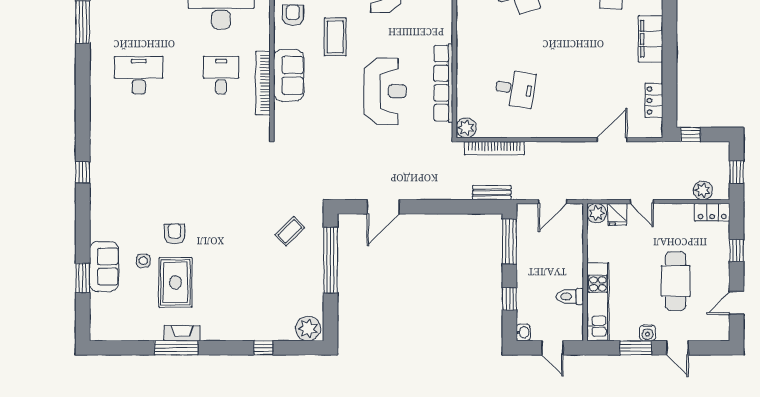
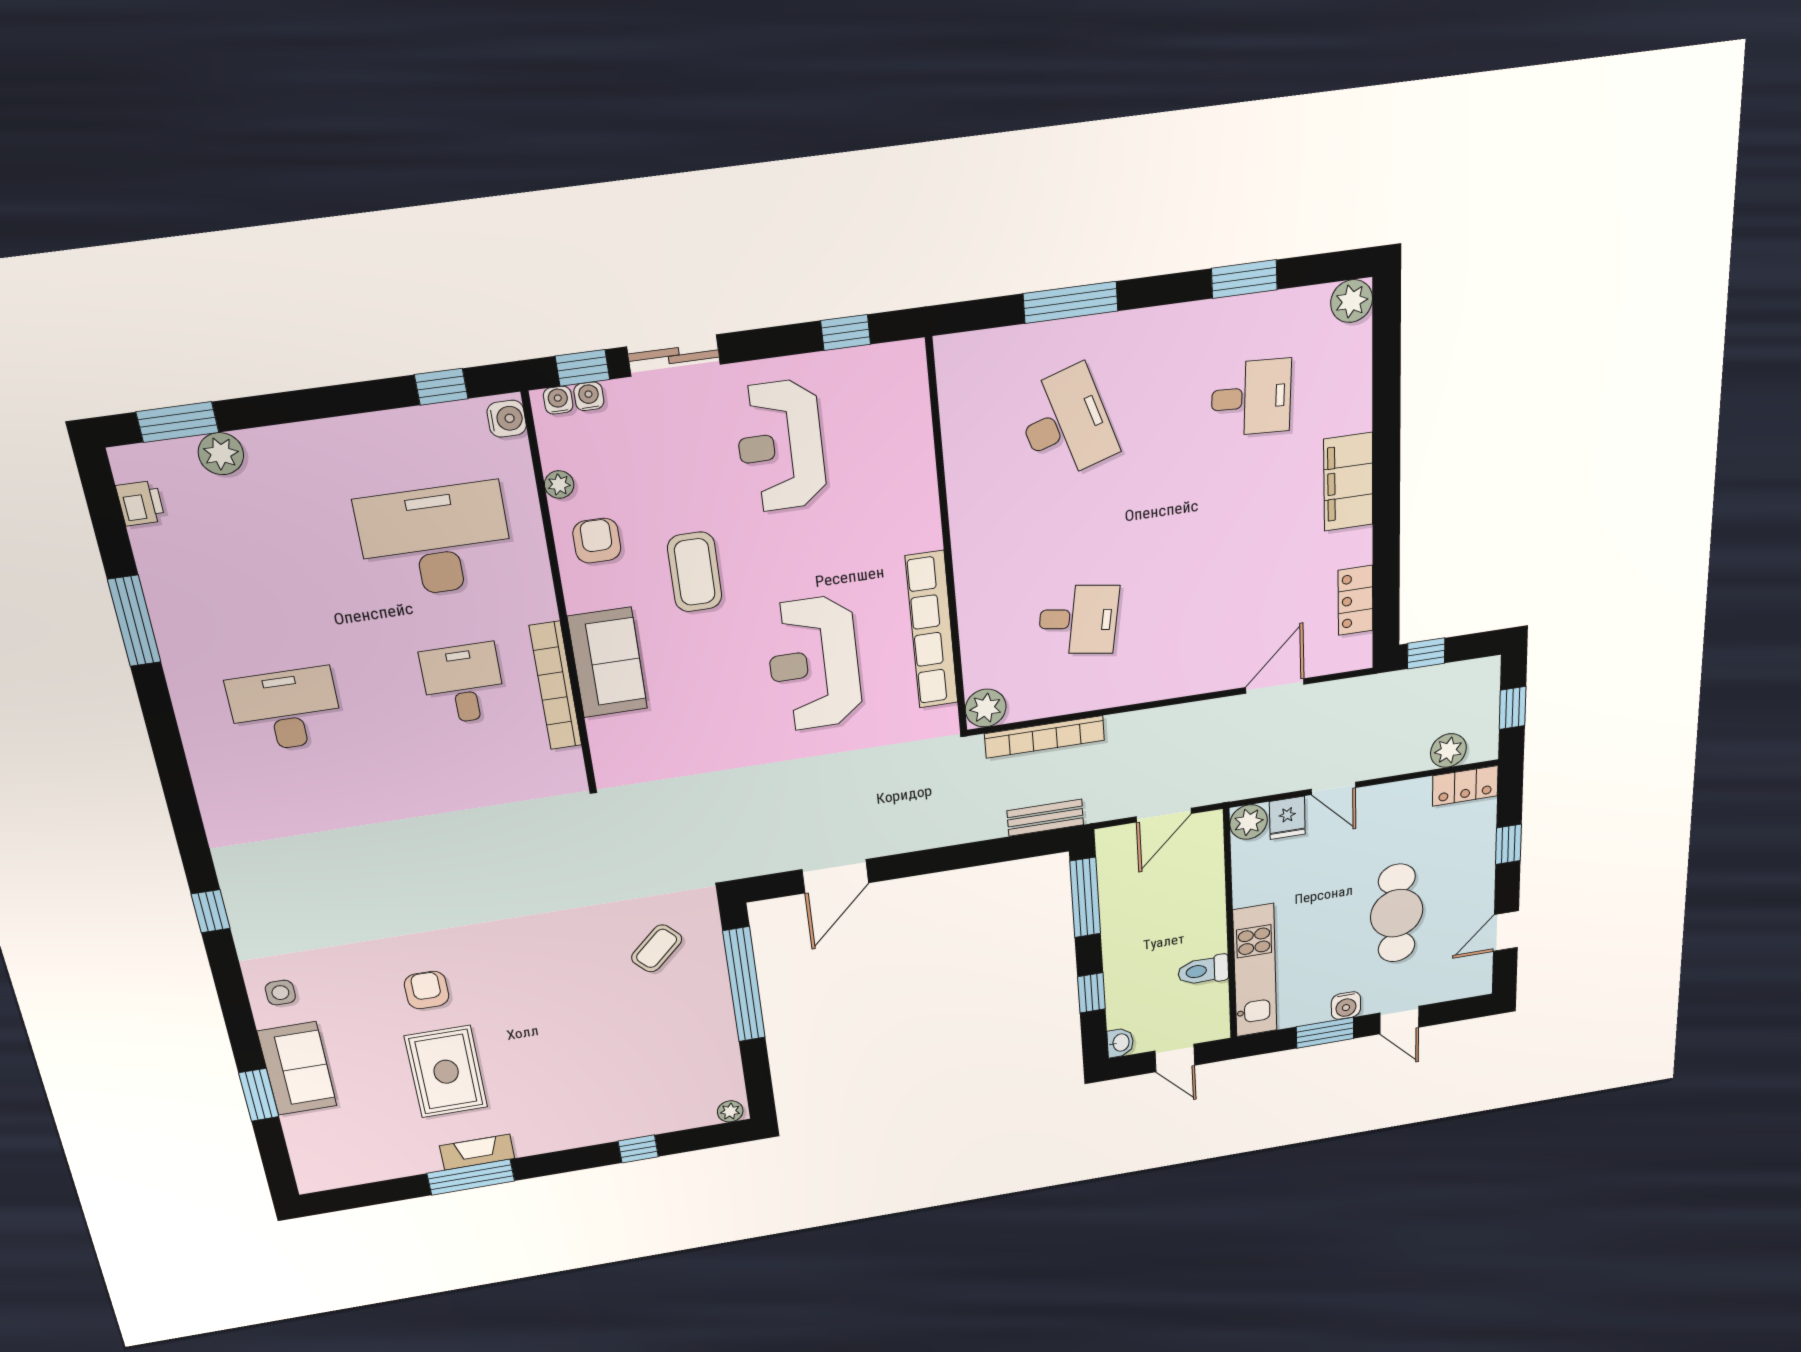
reception desk: (385, 91) -> (814, 664), turned 180
side table: (143, 261) -> (280, 993), moved
plant: (308, 329) -> (730, 1111), width x0.53, depth x0.53

